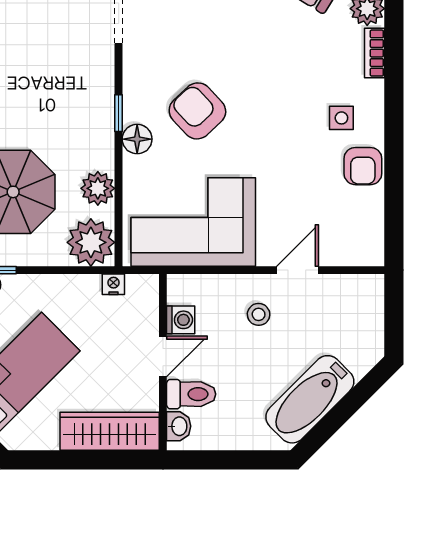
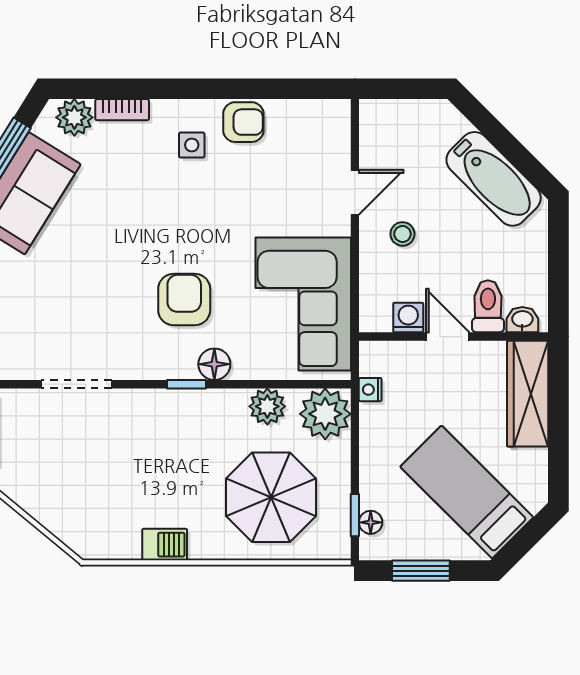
armchair: (197, 111) -> (184, 300), turned 133
door: (297, 270) -> (355, 192), swing flipped

